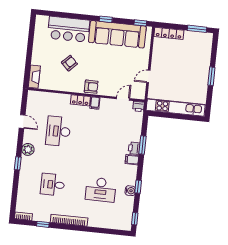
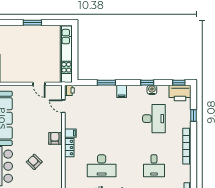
printer: (134, 148) -> (180, 93), moved, width x1.87, depth x1.48
window: (43, 224) -> (194, 115), moved

